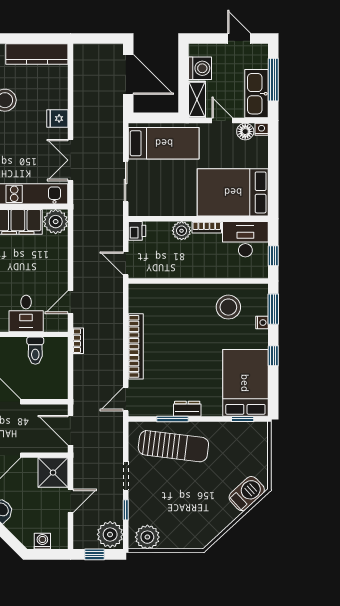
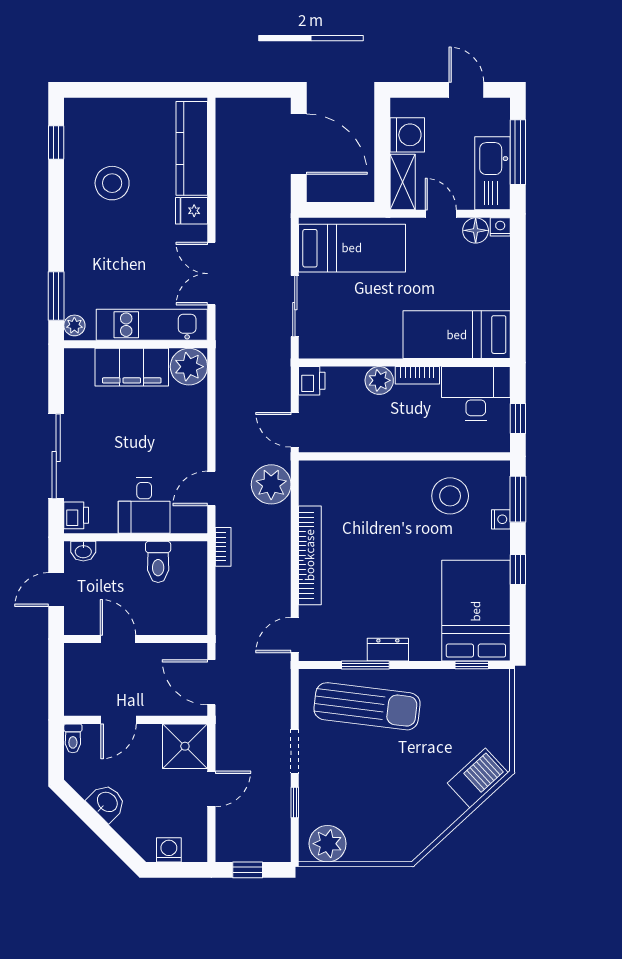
kitchen counter: (37, 54) -> (192, 148), moved, turned 90
bed: (233, 192) -> (457, 335), width x0.67
plant: (110, 534) -> (271, 484), moved

